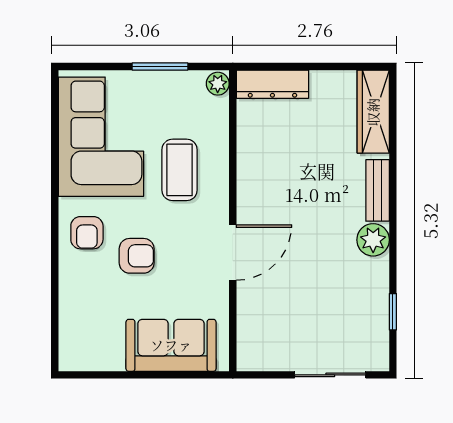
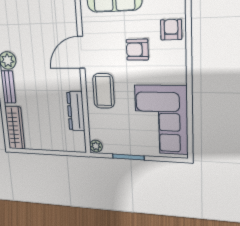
dresser: (272, 84) -> (76, 111), moved, turned -90
coffee table: (180, 170) -> (103, 91), moved
armchair: (87, 233) -> (171, 30), moved

